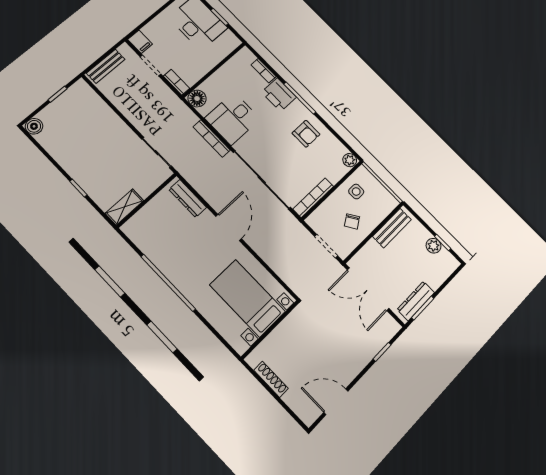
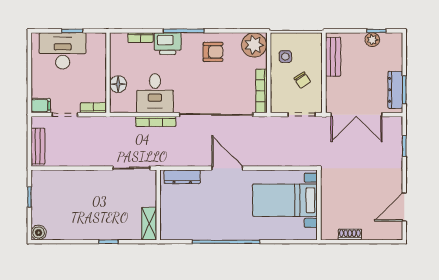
floor lamp: (197, 99) -> (118, 84), moved
plant: (350, 160) -> (254, 45), width x1.88, depth x1.88
shoe rack: (271, 379) -> (350, 235), width x0.70

